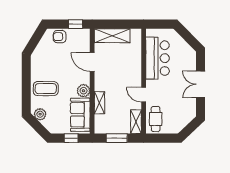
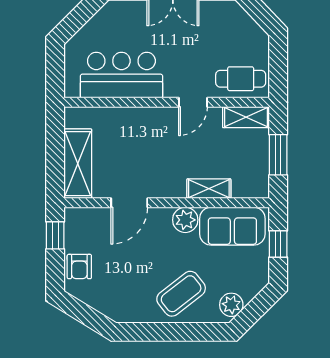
coffee table: (46, 89) -> (181, 294), turned 52

